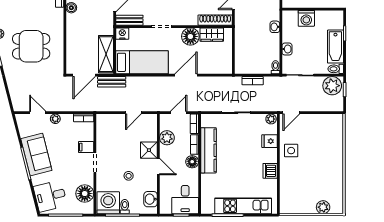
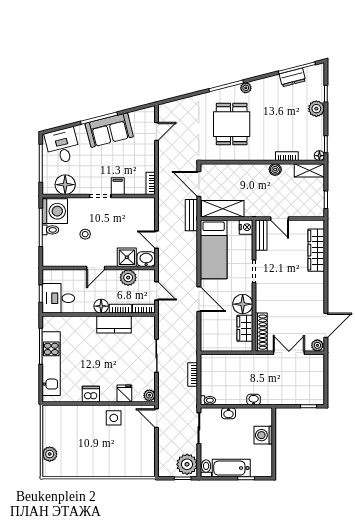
plant: (55, 119) -> (150, 151), removed
shower: (149, 150) -> (127, 257), moved
kitchen counter: (208, 150) -> (114, 325), width x0.67
washbasin: (151, 199) -> (146, 259), moved

